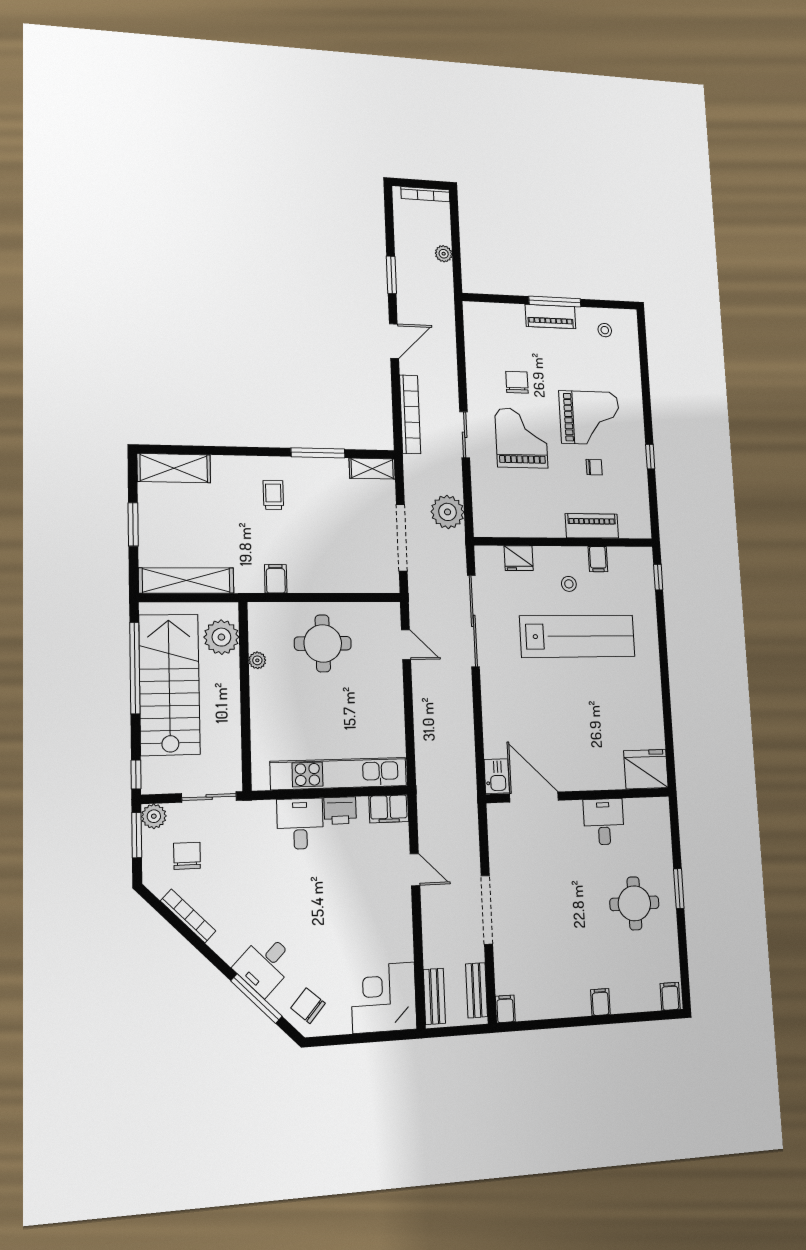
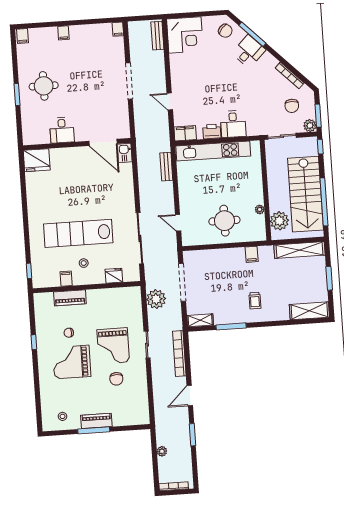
bench: (477, 990) -> (166, 167), moved

